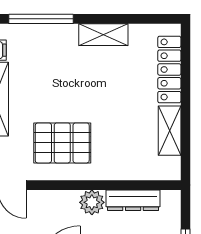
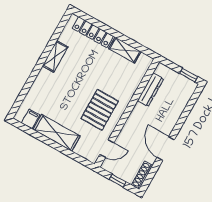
window: (41, 19) -> (28, 84), removed
plant: (92, 202) -> (139, 112), removed

